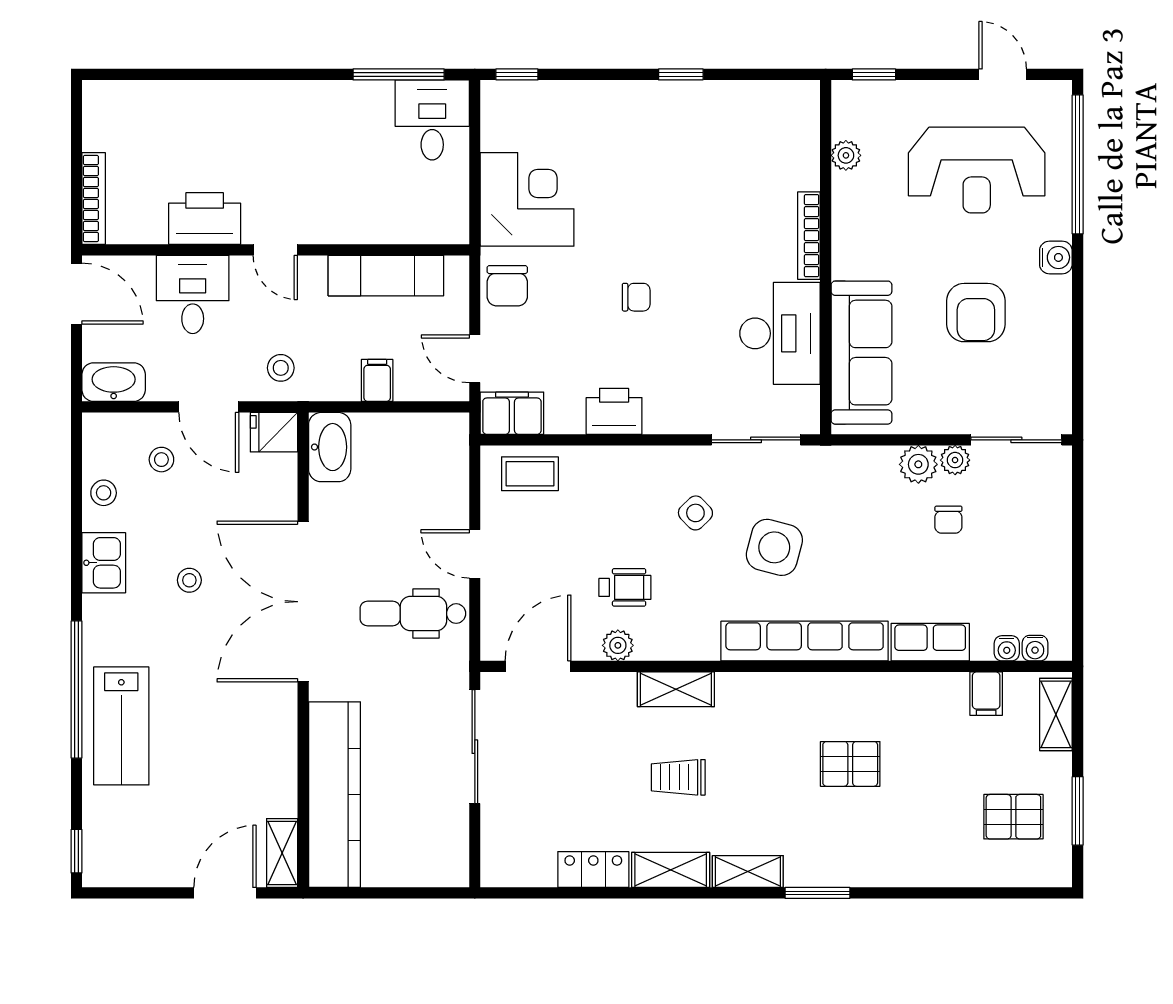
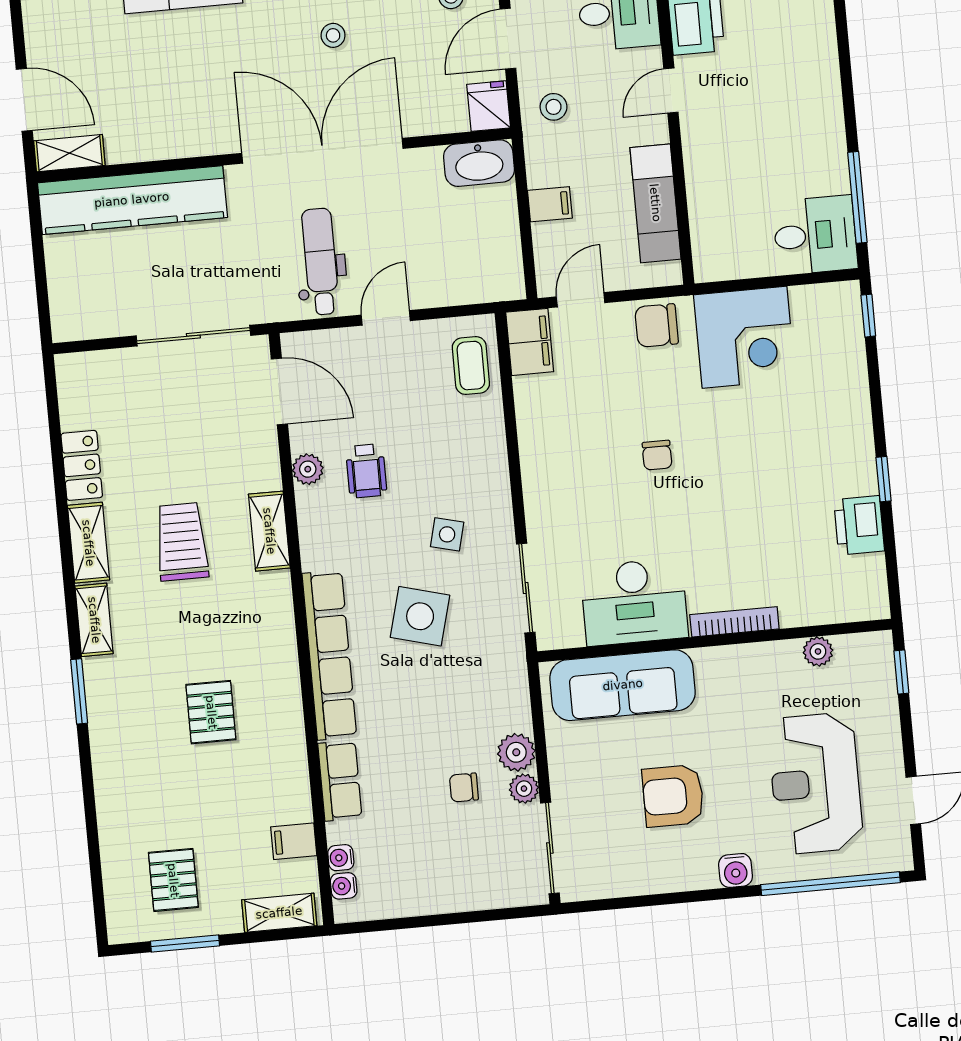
printer: (614, 411) -> (859, 525), moved, turned 180
side table: (695, 513) -> (447, 534), turned -32
trolley: (678, 777) -> (182, 542), width x1.36, depth x1.39

